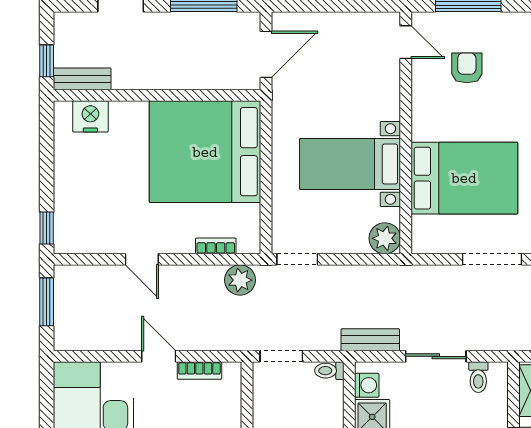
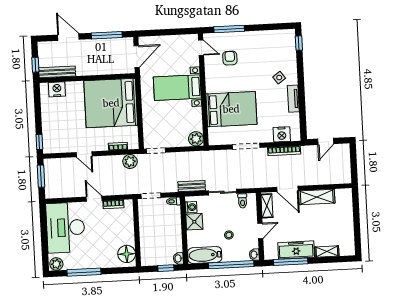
bench: (82, 79) -> (57, 72), width x1.36
bed with nightstands: (350, 164) -> (177, 88), moved

